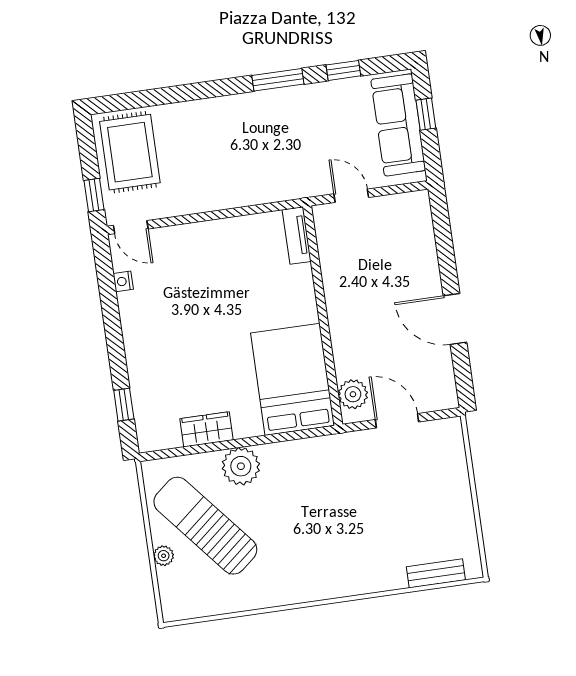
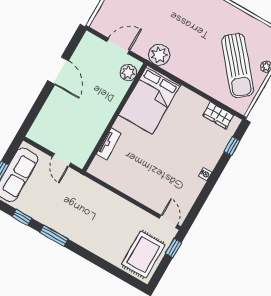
tv unit: (297, 236) -> (109, 144), moved
nightstand: (123, 281) -> (205, 174), moved
door: (397, 421) -> (118, 46), swing flipped
wardrobe: (206, 429) -> (218, 115), moved
plant: (241, 466) -> (159, 55), moved

